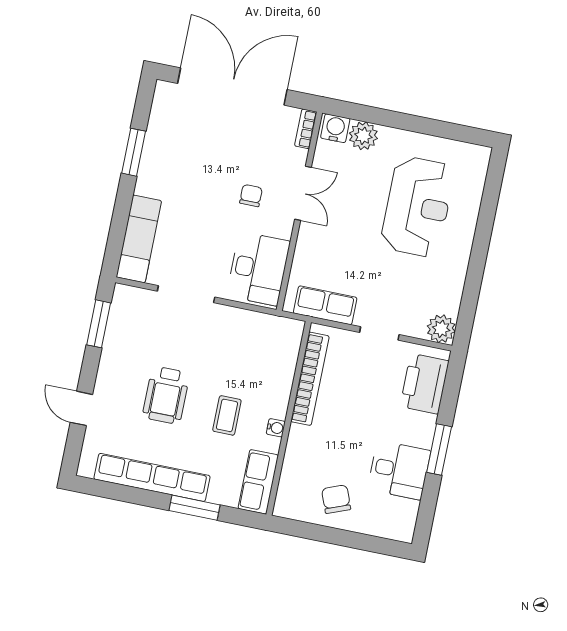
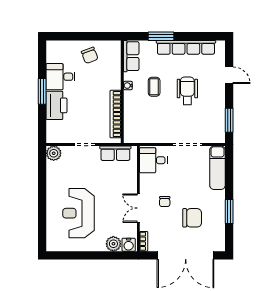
chair: (206, 154) -> (192, 218), added
desk: (258, 269) -> (153, 160), width x0.73
printer: (425, 384) -> (56, 105), moved

